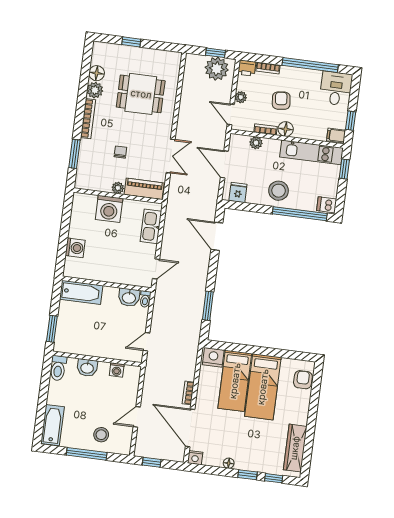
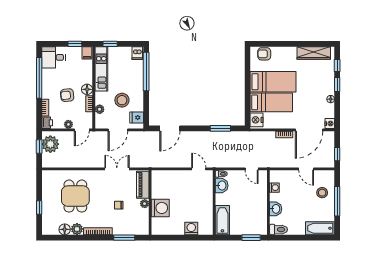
stool: (279, 191) -> (122, 100), moved
kitchen sink: (151, 226) -> (169, 177), removed

